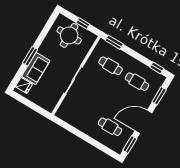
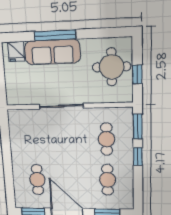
window: (30, 56) -> (55, 35), width x1.44
sofa: (36, 68) -> (52, 52), width x1.36
window: (157, 68) -> (138, 156), moved

